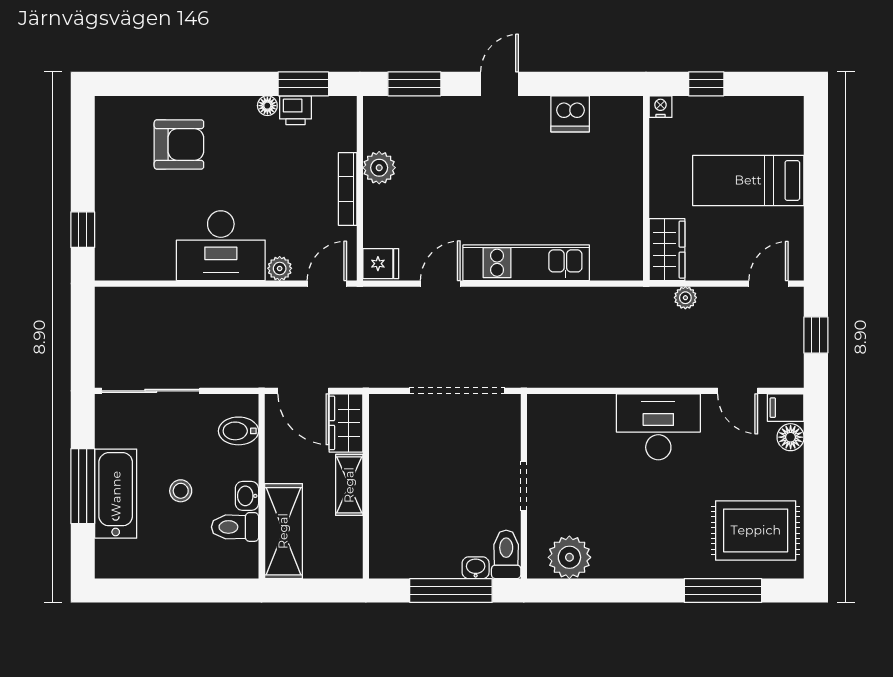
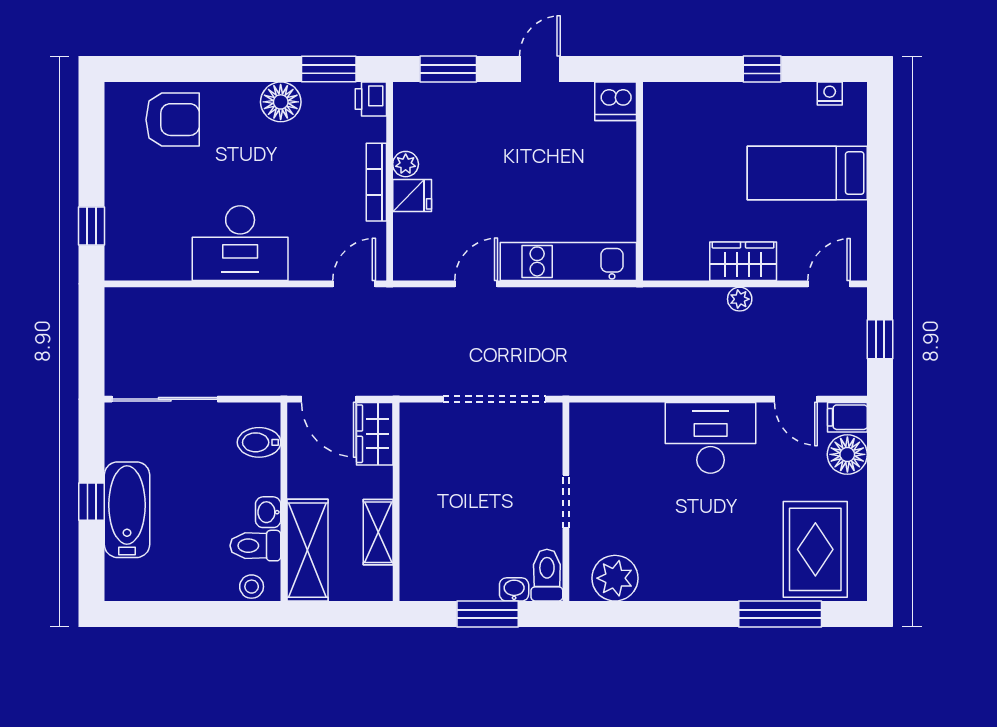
floor lamp: (267, 106) -> (281, 102), width x1.89, depth x1.89
nightstand: (660, 107) -> (830, 94), moved
printer: (296, 110) -> (371, 99), moved, turned 90
armchair: (179, 145) -> (173, 120), moved
plant: (379, 168) -> (406, 164), width x0.73, depth x0.73
wall: (646, 188) -> (640, 181), moved
wardrobe: (667, 250) -> (743, 261), moved, turned -90
fridge: (381, 264) -> (412, 195), moved
plant: (280, 268) -> (303, 268), removed
floor lamp: (791, 437) -> (847, 454), width x1.38, depth x1.38
shelving: (349, 485) -> (378, 532), moved
window: (83, 486) -> (92, 502), width x0.46
stool: (181, 491) -> (252, 587), moved
rug: (756, 530) -> (815, 549), turned 90
window: (451, 591) -> (488, 614), width x0.69

